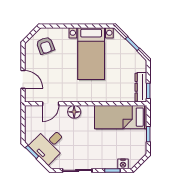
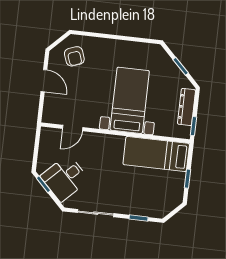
bed with nightstands: (91, 54) -> (130, 100), moved, turned 180
door: (23, 79) -> (44, 81), moved
dresser: (141, 87) -> (187, 107), moved
floor lamp: (74, 112) -> (100, 141), removed
nightstand: (123, 164) -> (153, 211), removed

